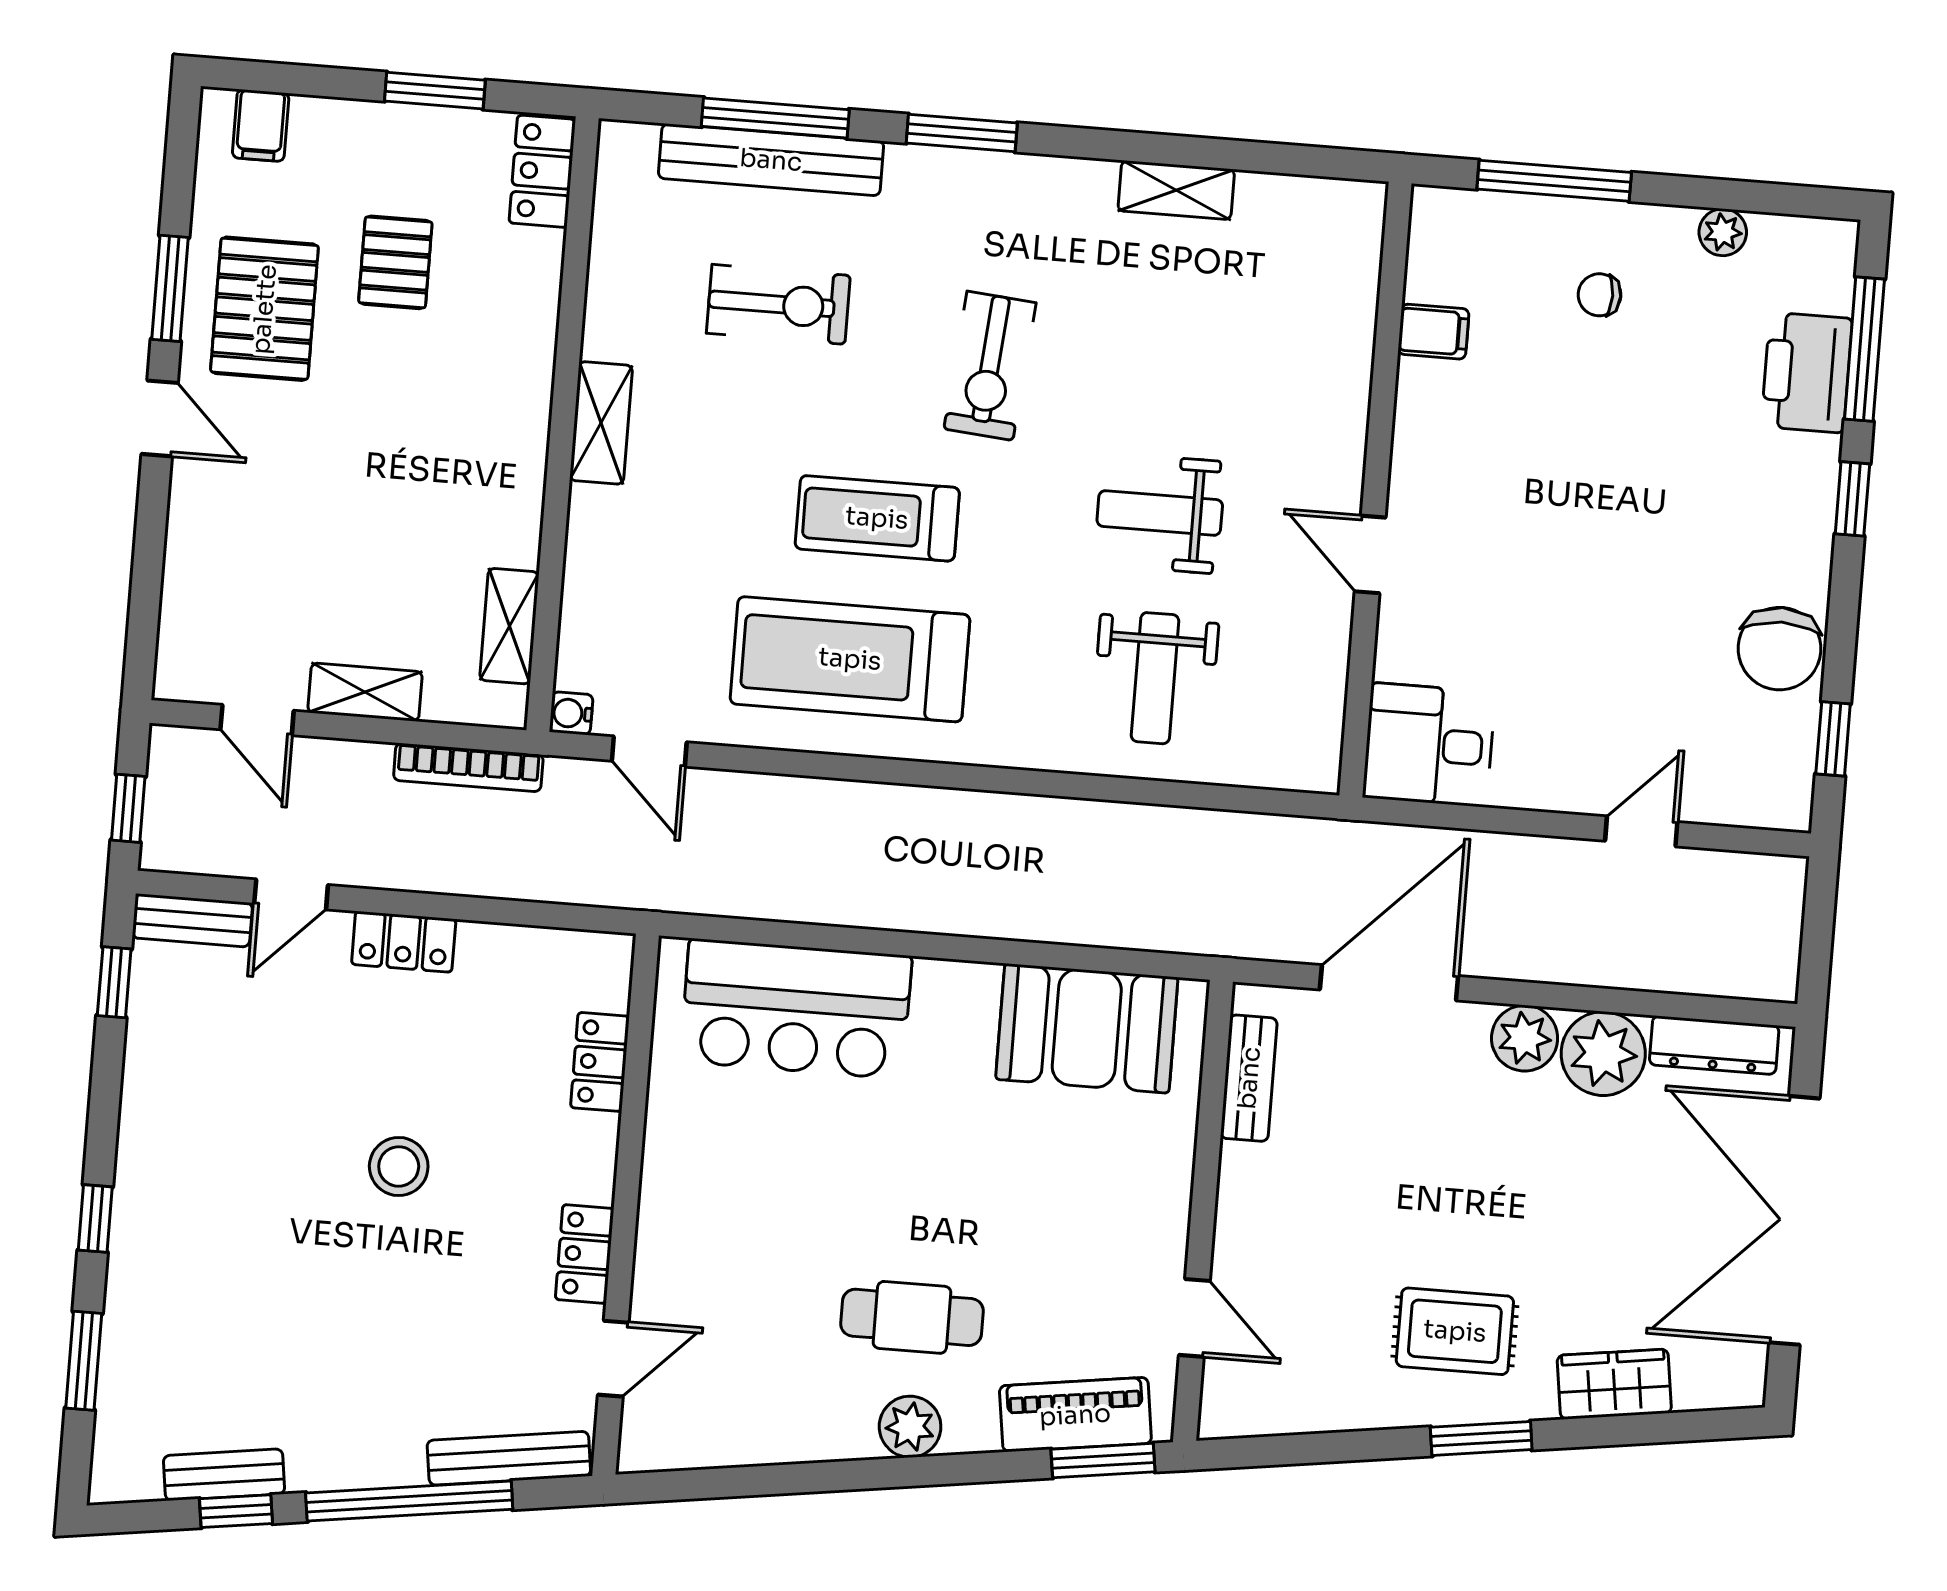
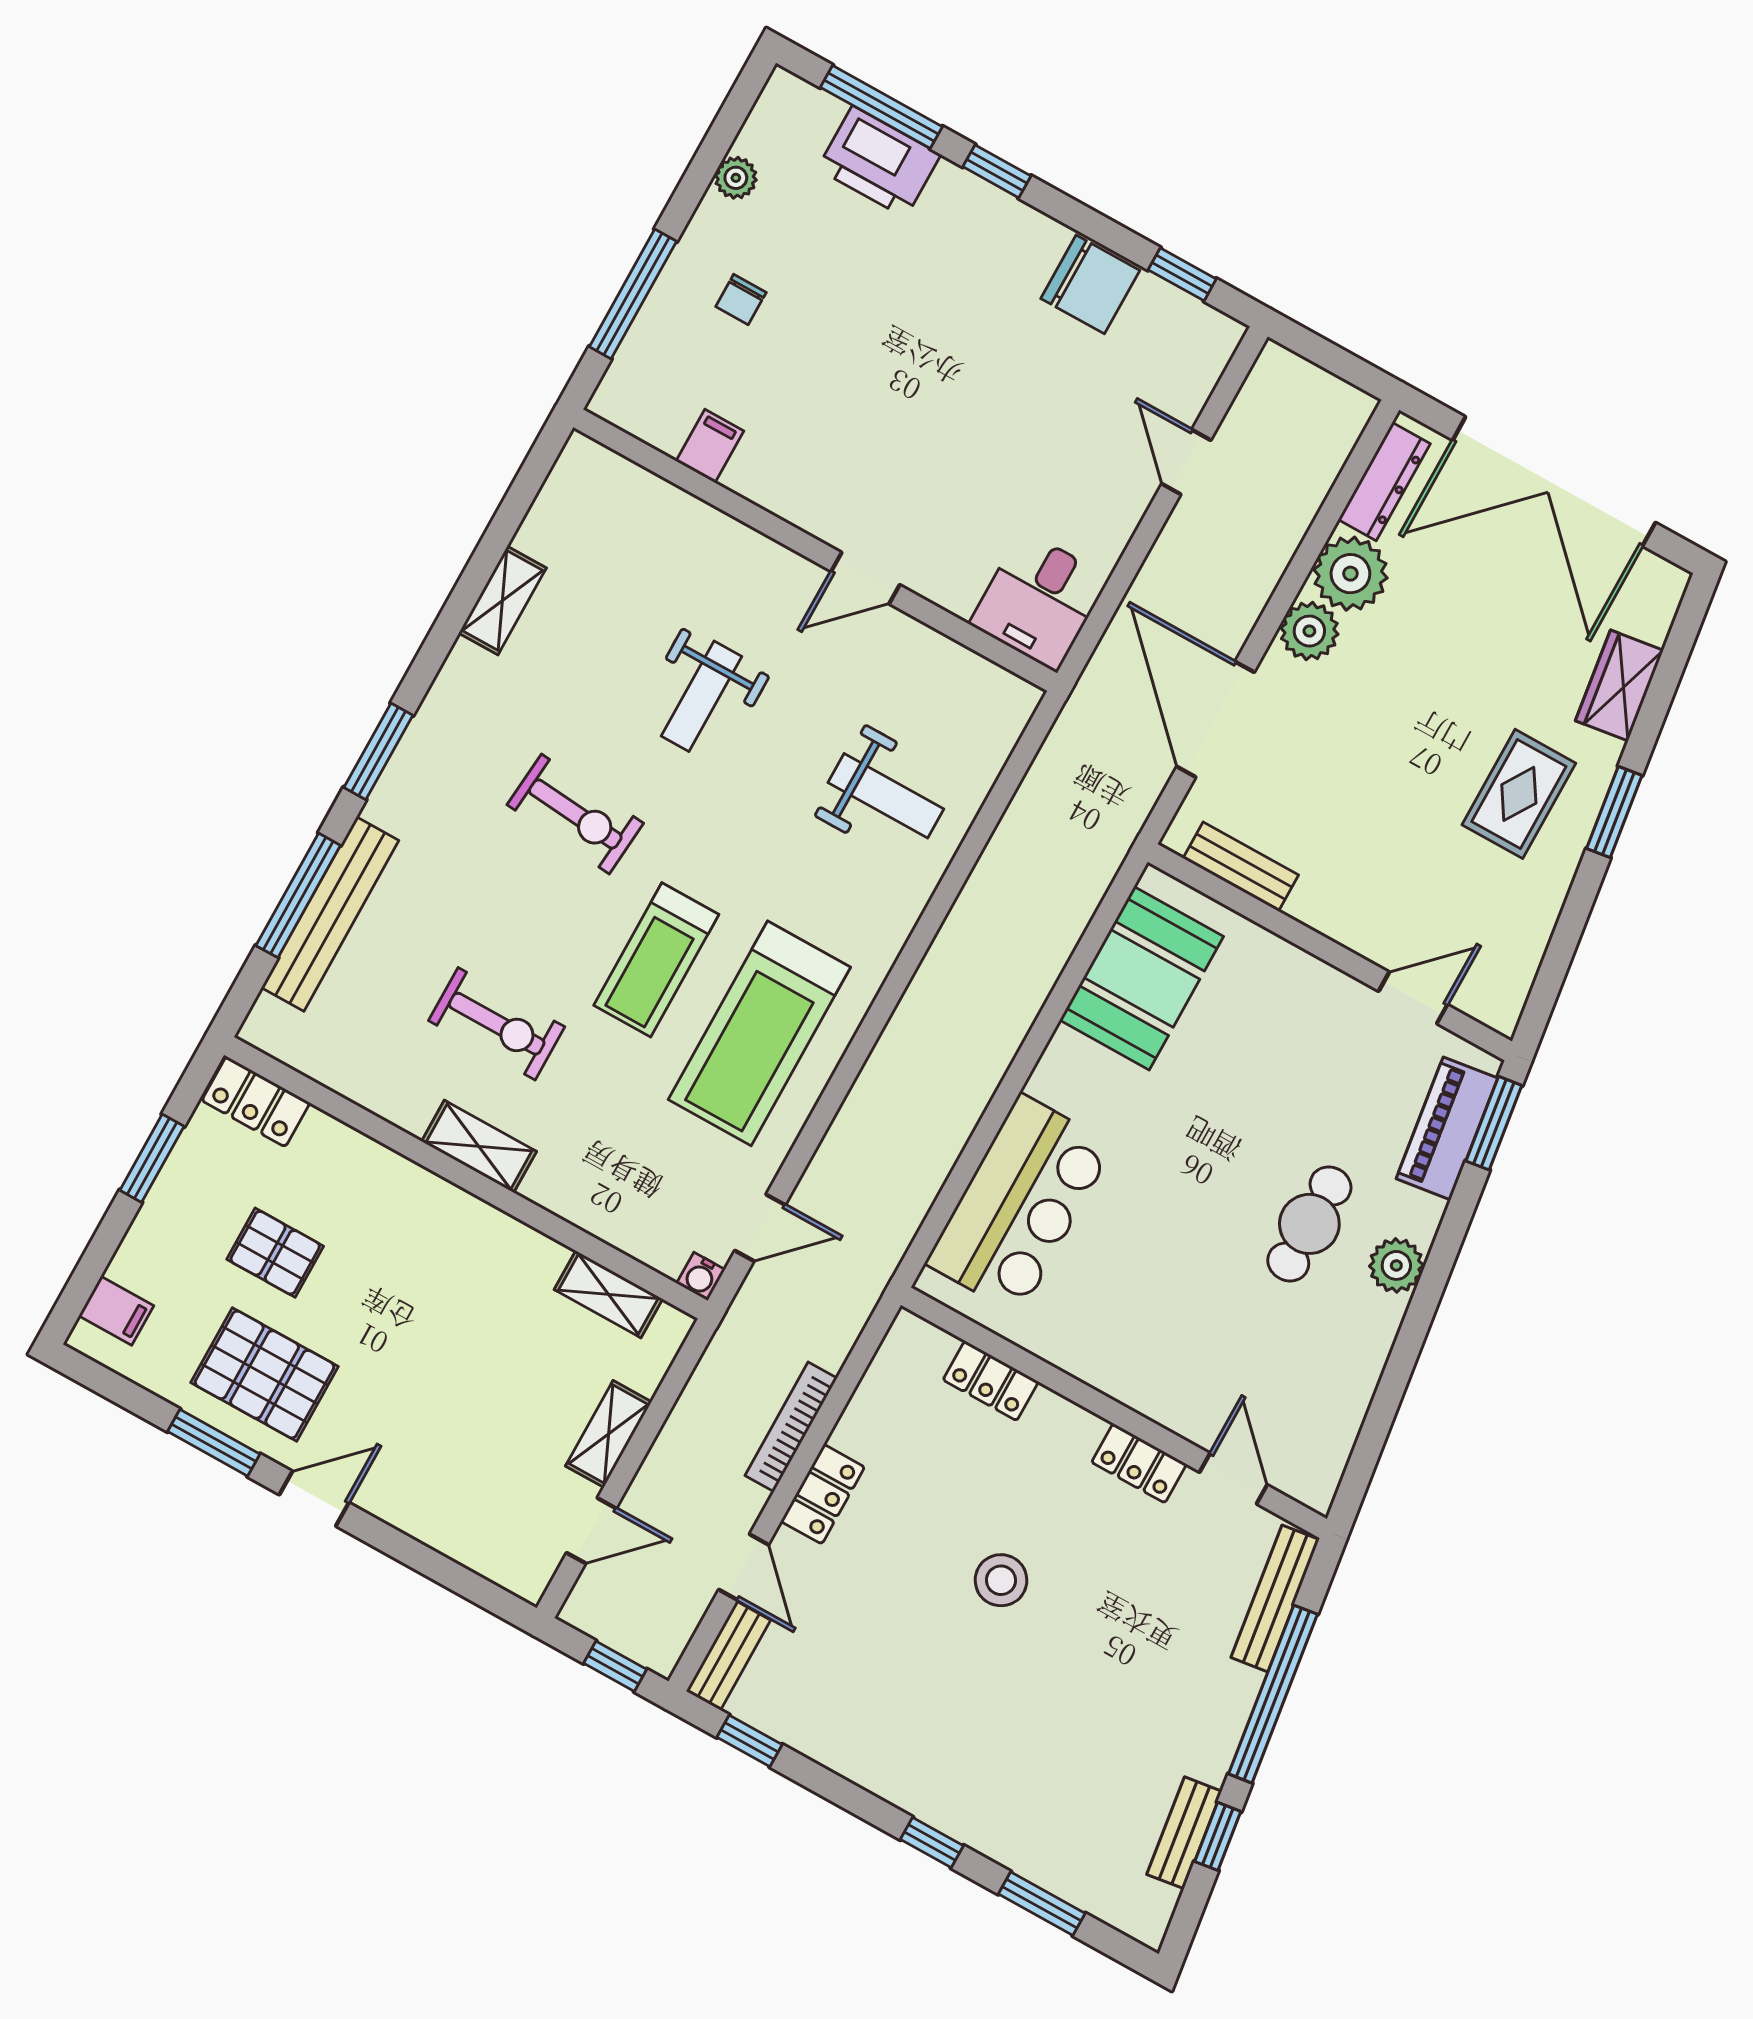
exercise bike: (778, 304) -> (497, 1024), moved, turned 90
weight bench: (1160, 513) -> (701, 696), moved
bookcase: (468, 767) -> (791, 1427), moved, turned 180

